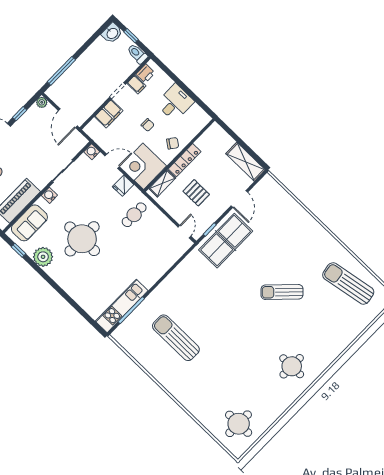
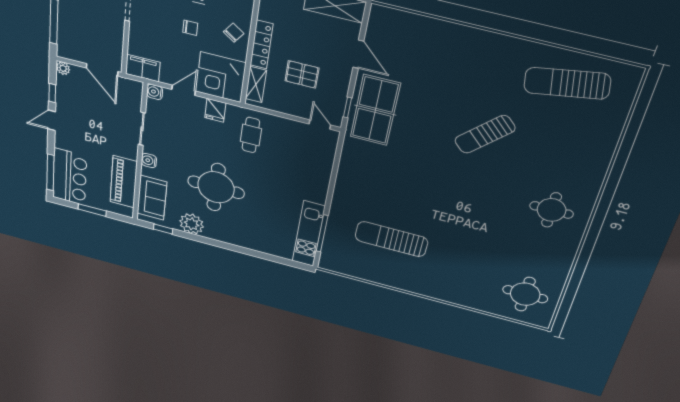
filing cabinet: (109, 114) -> (143, 68), moved, turned -90

